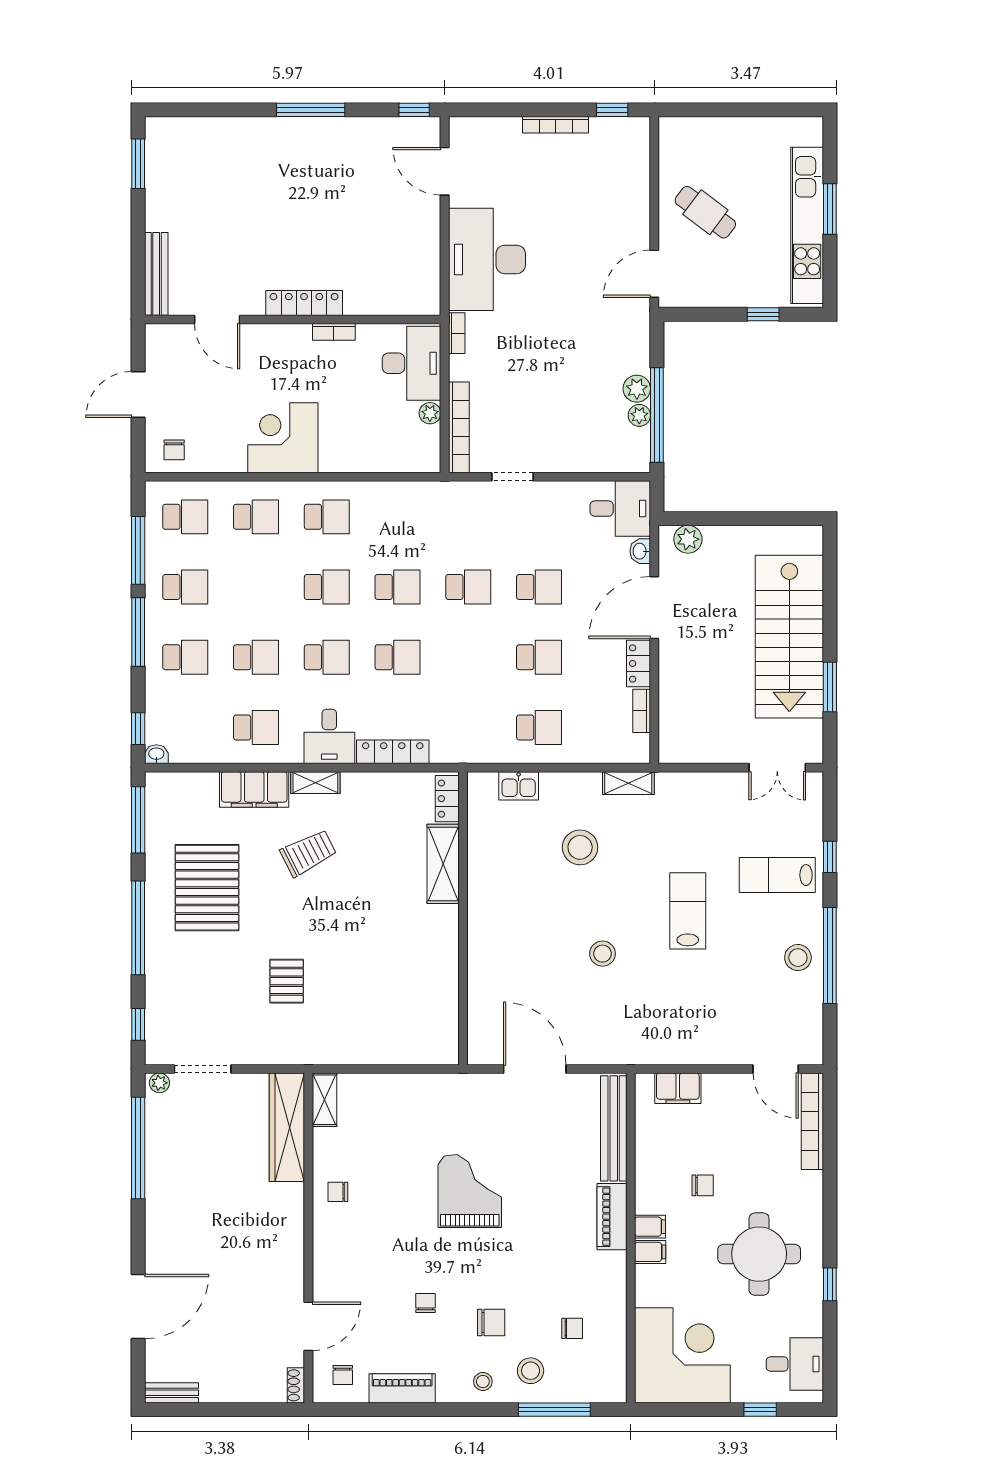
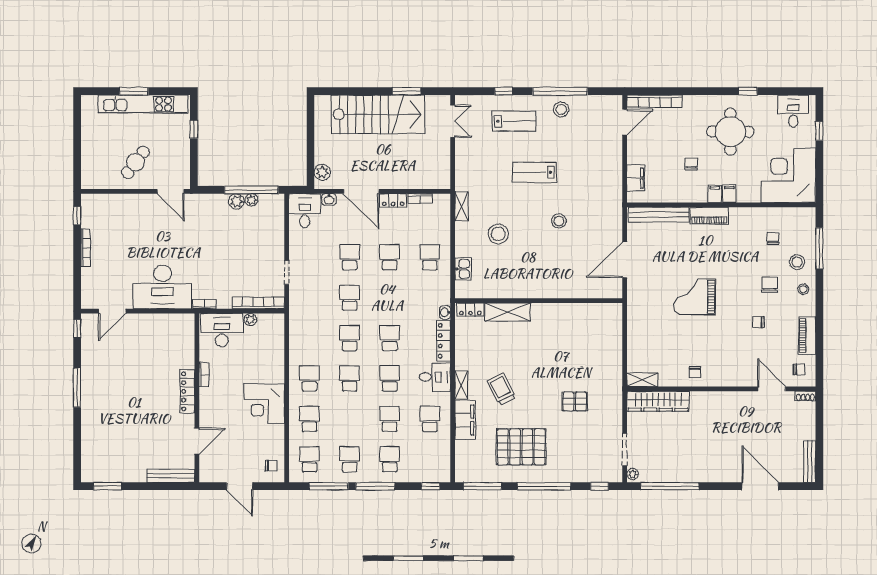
washbasin: (156, 754) -> (445, 312), moved
lab bench: (777, 875) -> (514, 121), turned -90
bench: (172, 1393) -> (810, 462), width x1.36

